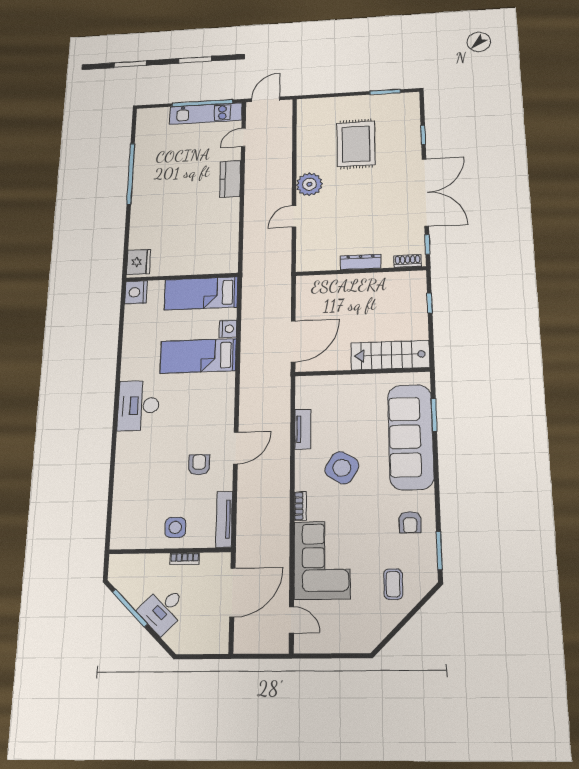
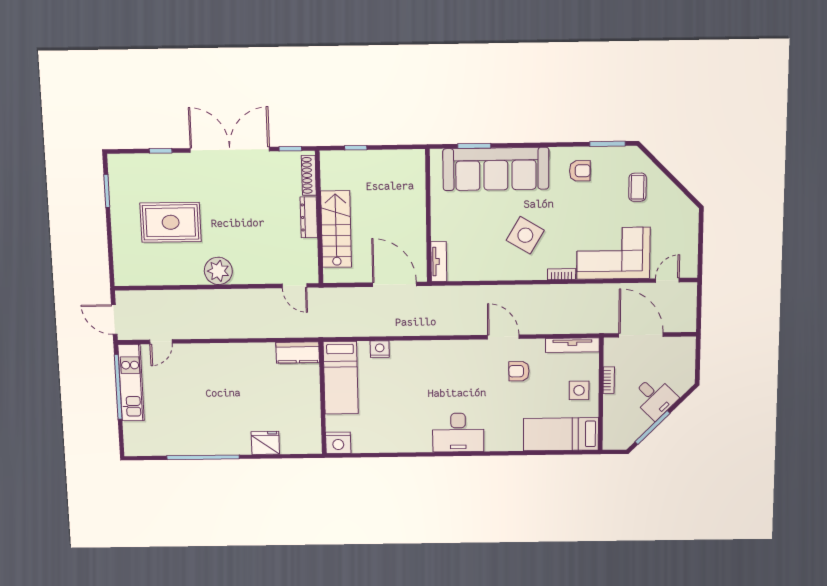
door: (243, 137) -> (161, 342), hinge flipped
kitchen counter: (230, 179) -> (298, 352), moved
door: (294, 216) -> (295, 286), moved
shoe rack: (408, 261) -> (309, 175), width x1.43
fridge: (139, 262) -> (265, 443), moved
stairs: (390, 355) -> (336, 229), moved, turned 180
bed: (198, 356) -> (561, 434), moved, turned 90
tv unit: (303, 429) -> (439, 262), moved, turned 90
coffee table: (393, 584) -> (637, 187), turned 90

